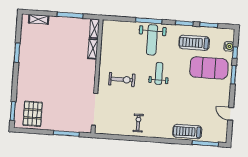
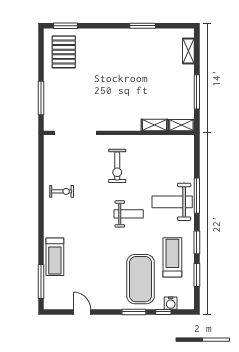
pallet: (33, 114) -> (64, 52), turned 90
door: (231, 114) -> (82, 312), hinge flipped
treadmill: (187, 132) -> (55, 257), turned 180

